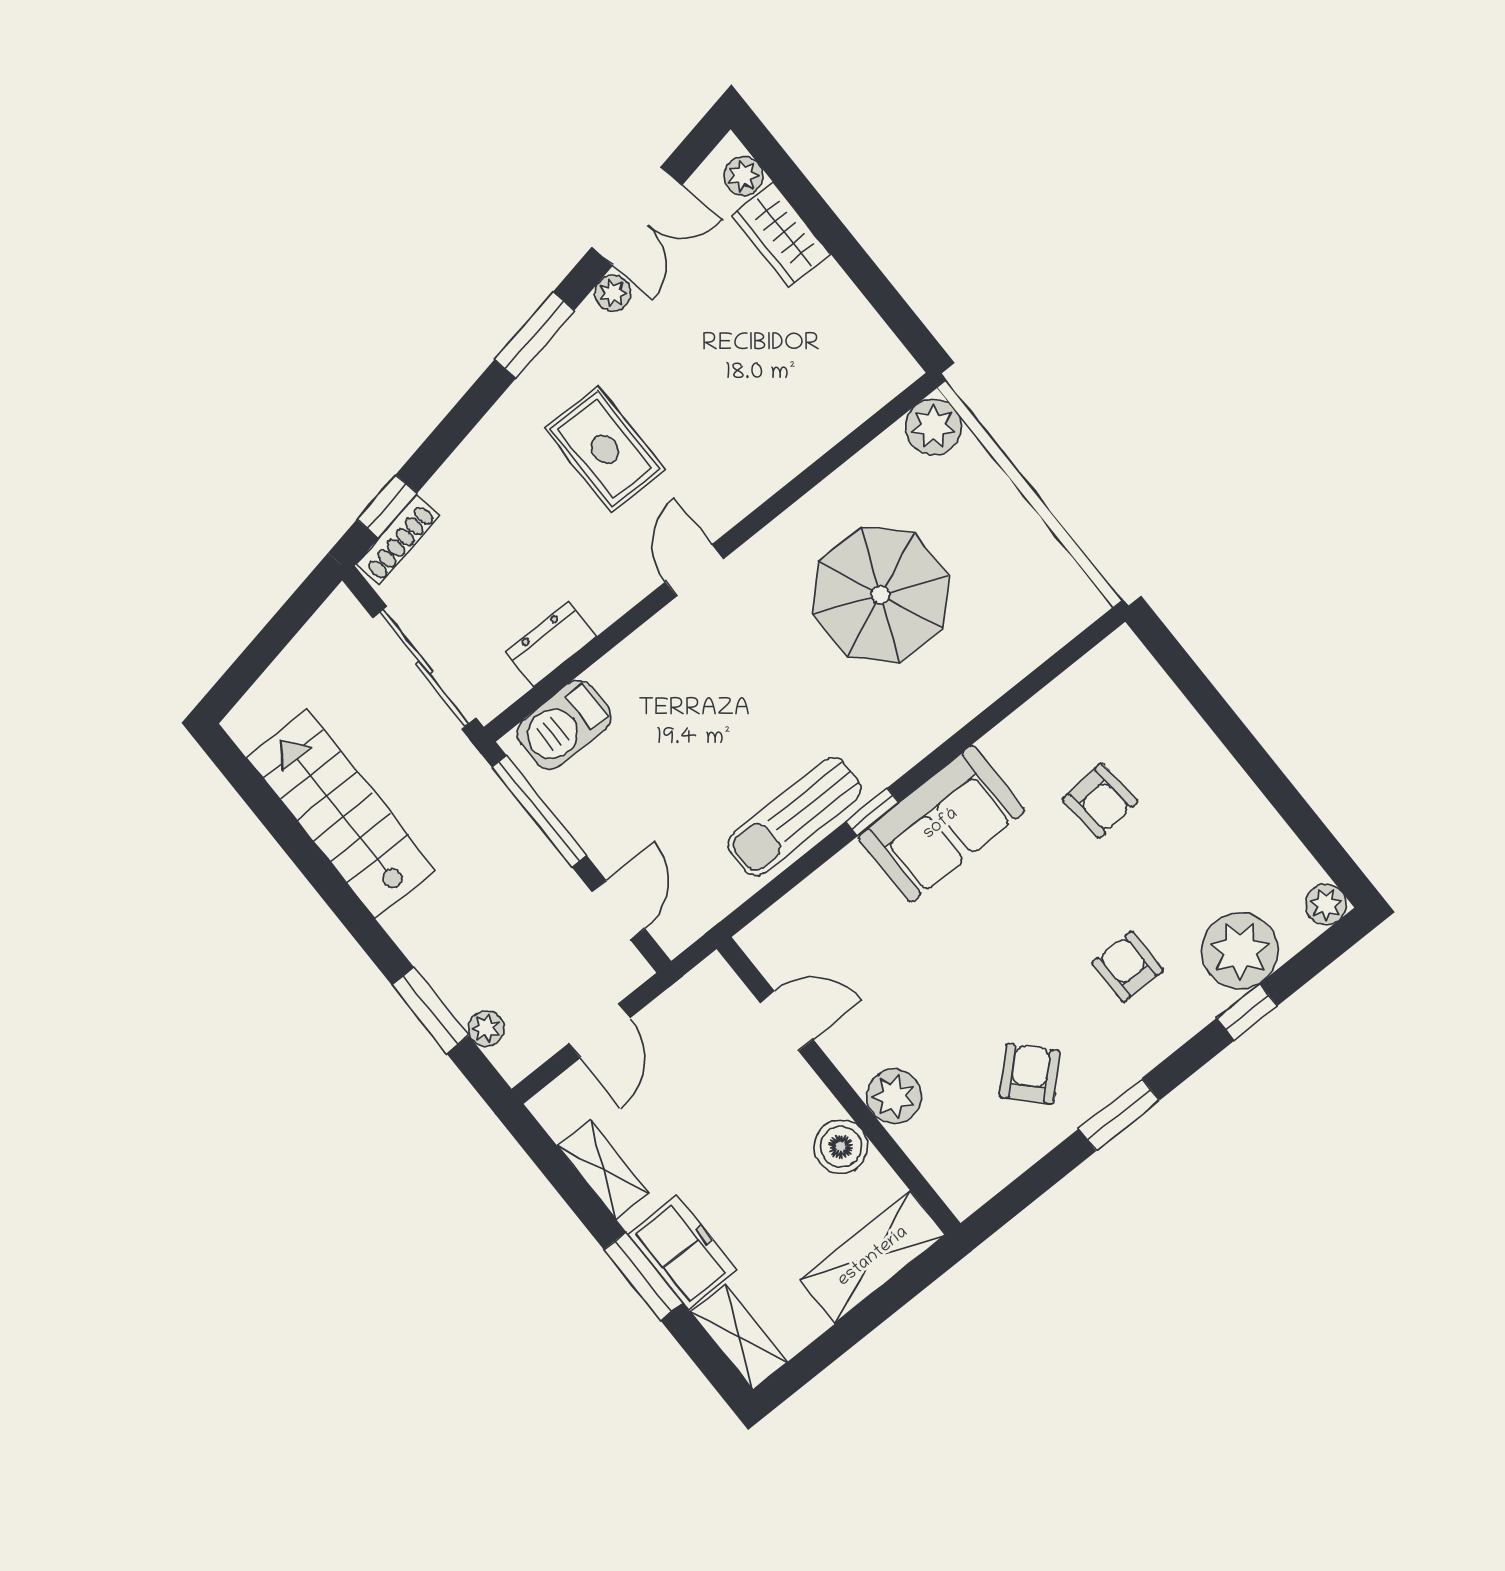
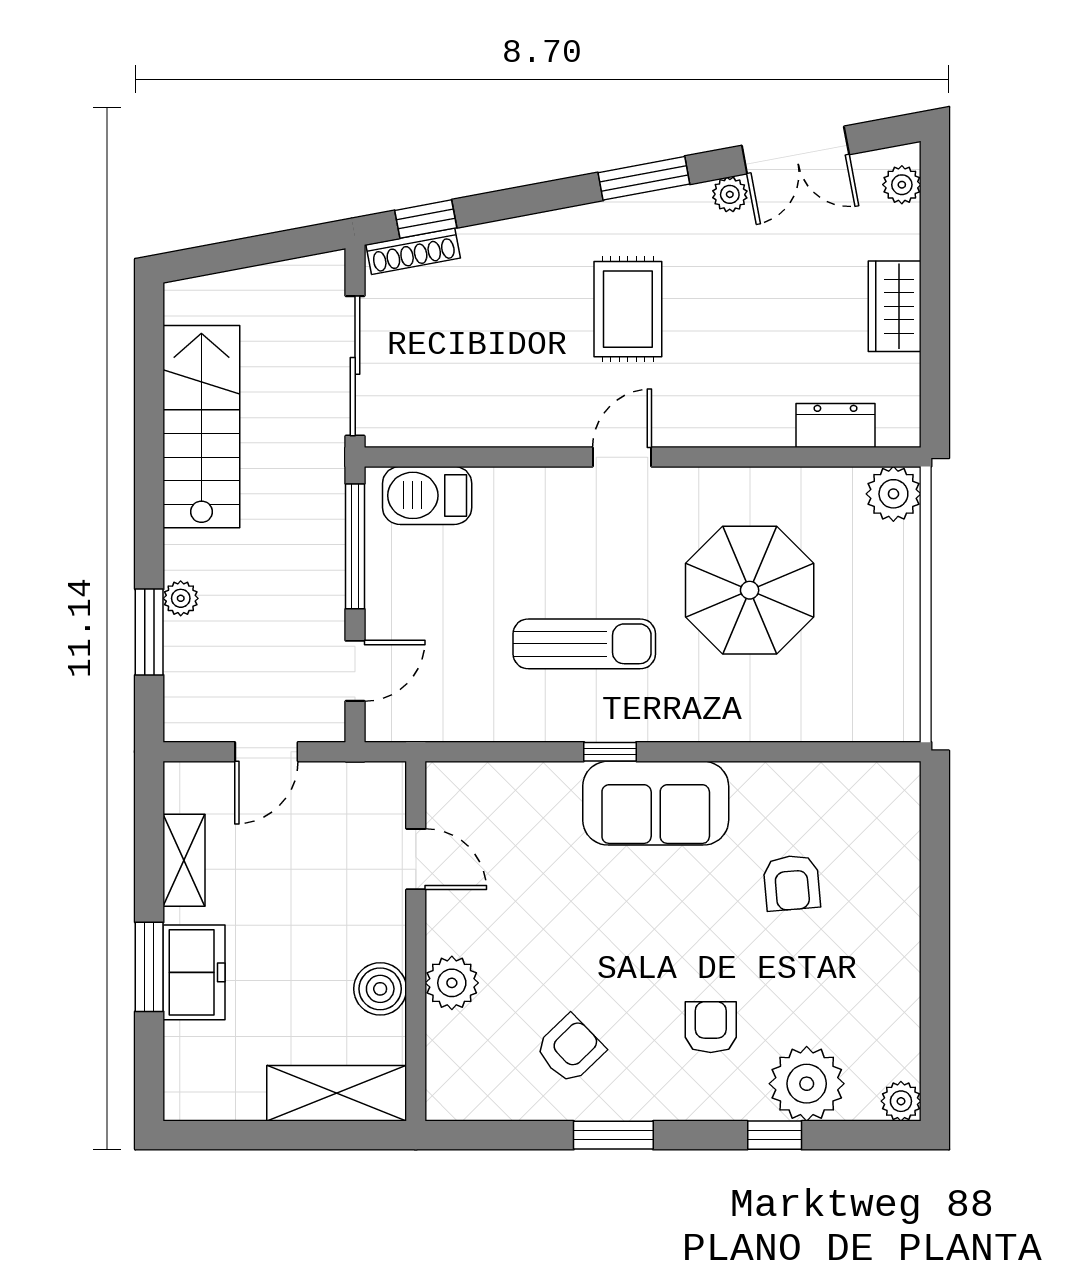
wardrobe: (781, 235) -> (895, 306), moved
dresser: (551, 644) -> (835, 426), moved
sun lounger: (794, 817) -> (584, 644), moved, turned 180
plant: (486, 1029) -> (181, 598), moved
shelving: (739, 1337) -> (185, 1072), removed

